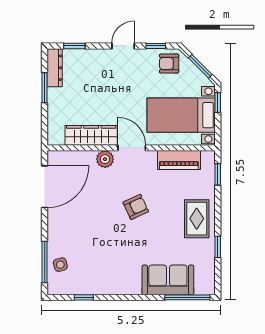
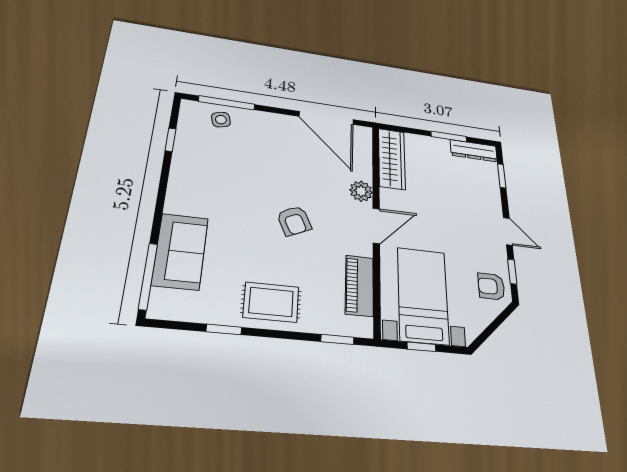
armchair: (169, 64) -> (491, 286), turned -90
window: (200, 66) -> (491, 328), removed
window: (218, 103) -> (421, 347), moved
wardrobe: (91, 135) -> (392, 159), moved

